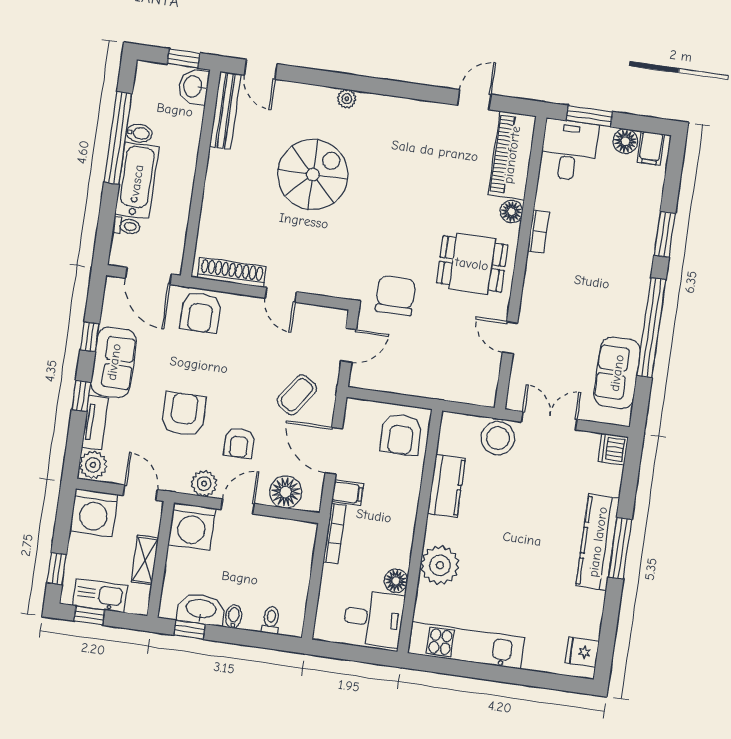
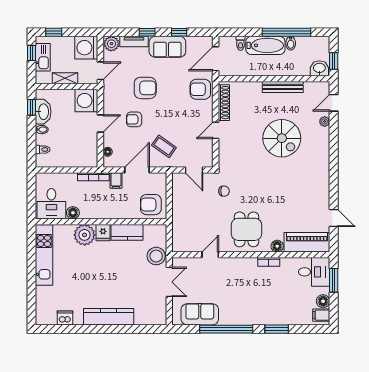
plant: (347, 99) -> (325, 121), moved
bench: (225, 110) -> (283, 87), moved
chair: (396, 295) -> (224, 191), width x0.54, depth x0.54
dishwasher: (613, 449) -> (65, 318), moved
plant: (204, 484) -> (110, 104), removed
floor lamp: (286, 492) -> (108, 152), width x0.53, depth x0.53
door: (238, 506) -> (100, 123), hinge flipped
window: (620, 548) -> (107, 329), removed
fridge: (582, 652) -> (103, 233), moved, turned 180

